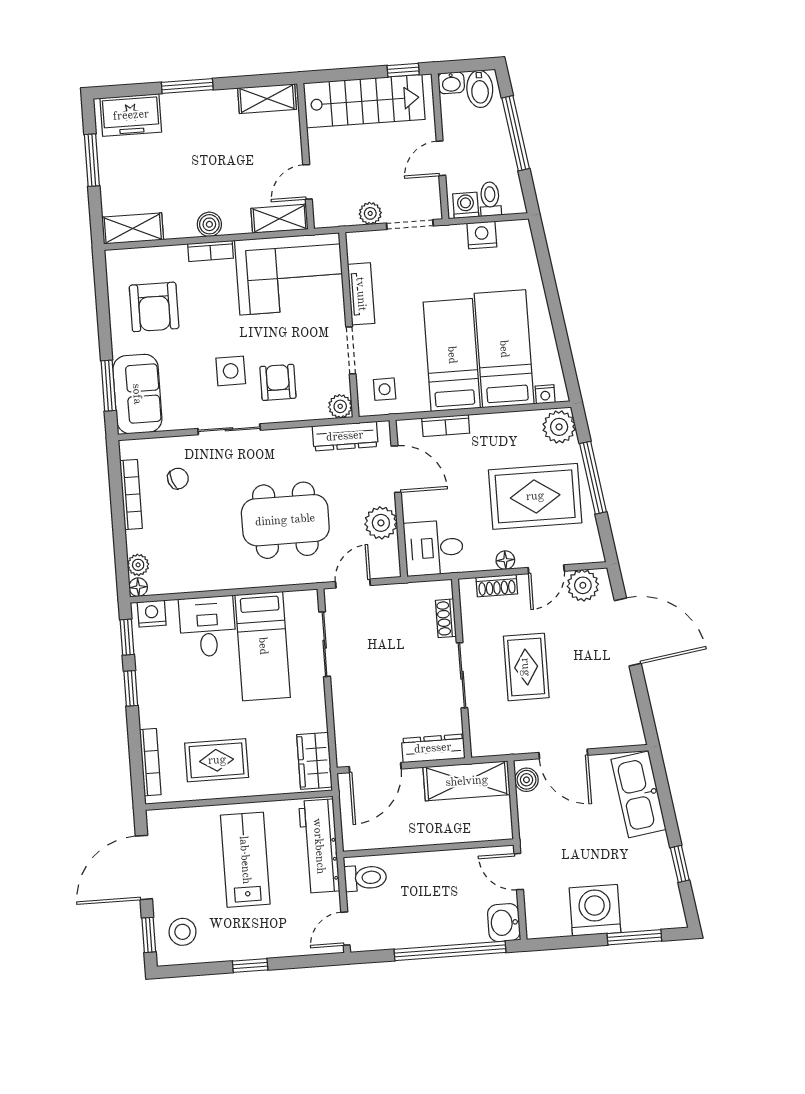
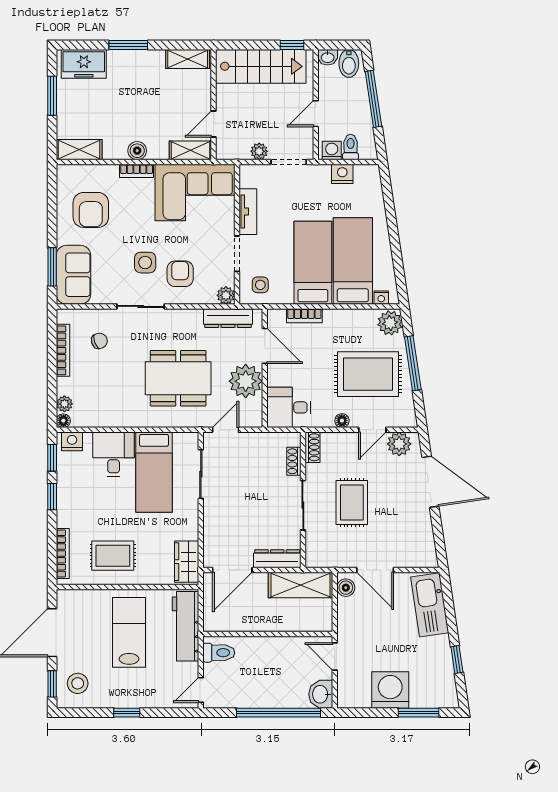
plant: (381, 523) -> (246, 381), width x1.36, depth x1.36
shoe rack: (497, 586) -> (312, 447), moved, turned -90

